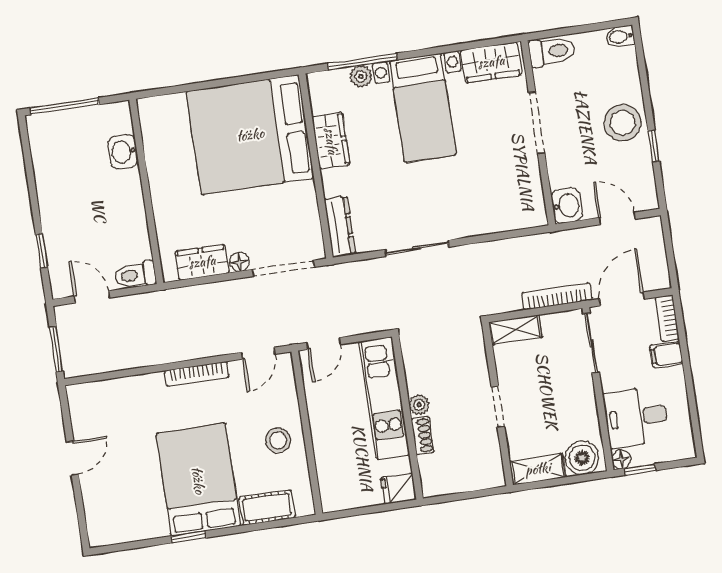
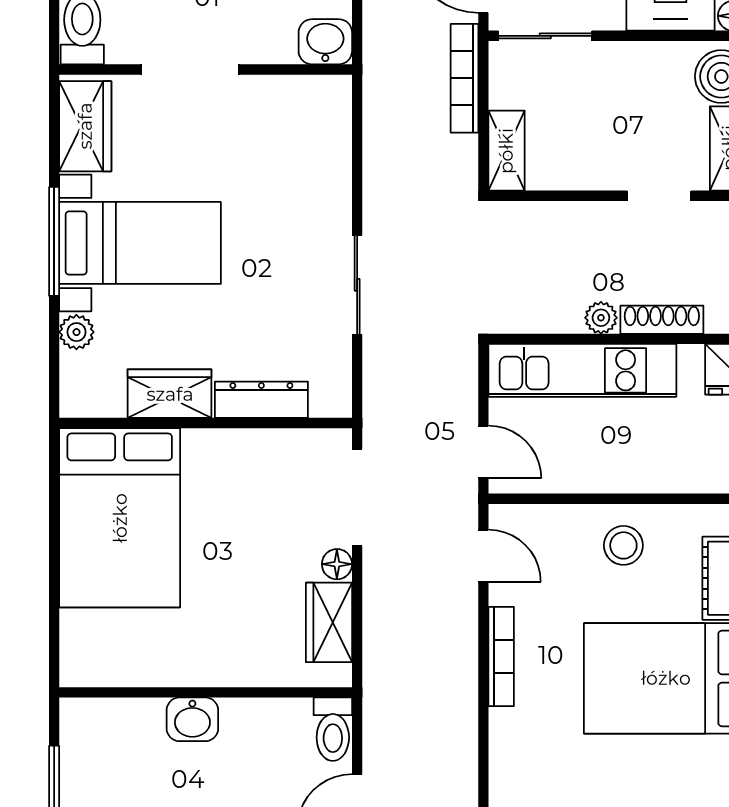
window: (362, 62) -> (54, 241), moved
bed: (250, 135) -> (120, 518), width x0.73
washbasin: (123, 152) -> (192, 719), moved
dresser: (340, 227) -> (261, 400), moved
doorway: (498, 407) -> (659, 196), moved
shoe rack: (422, 435) -> (662, 320), width x1.43

